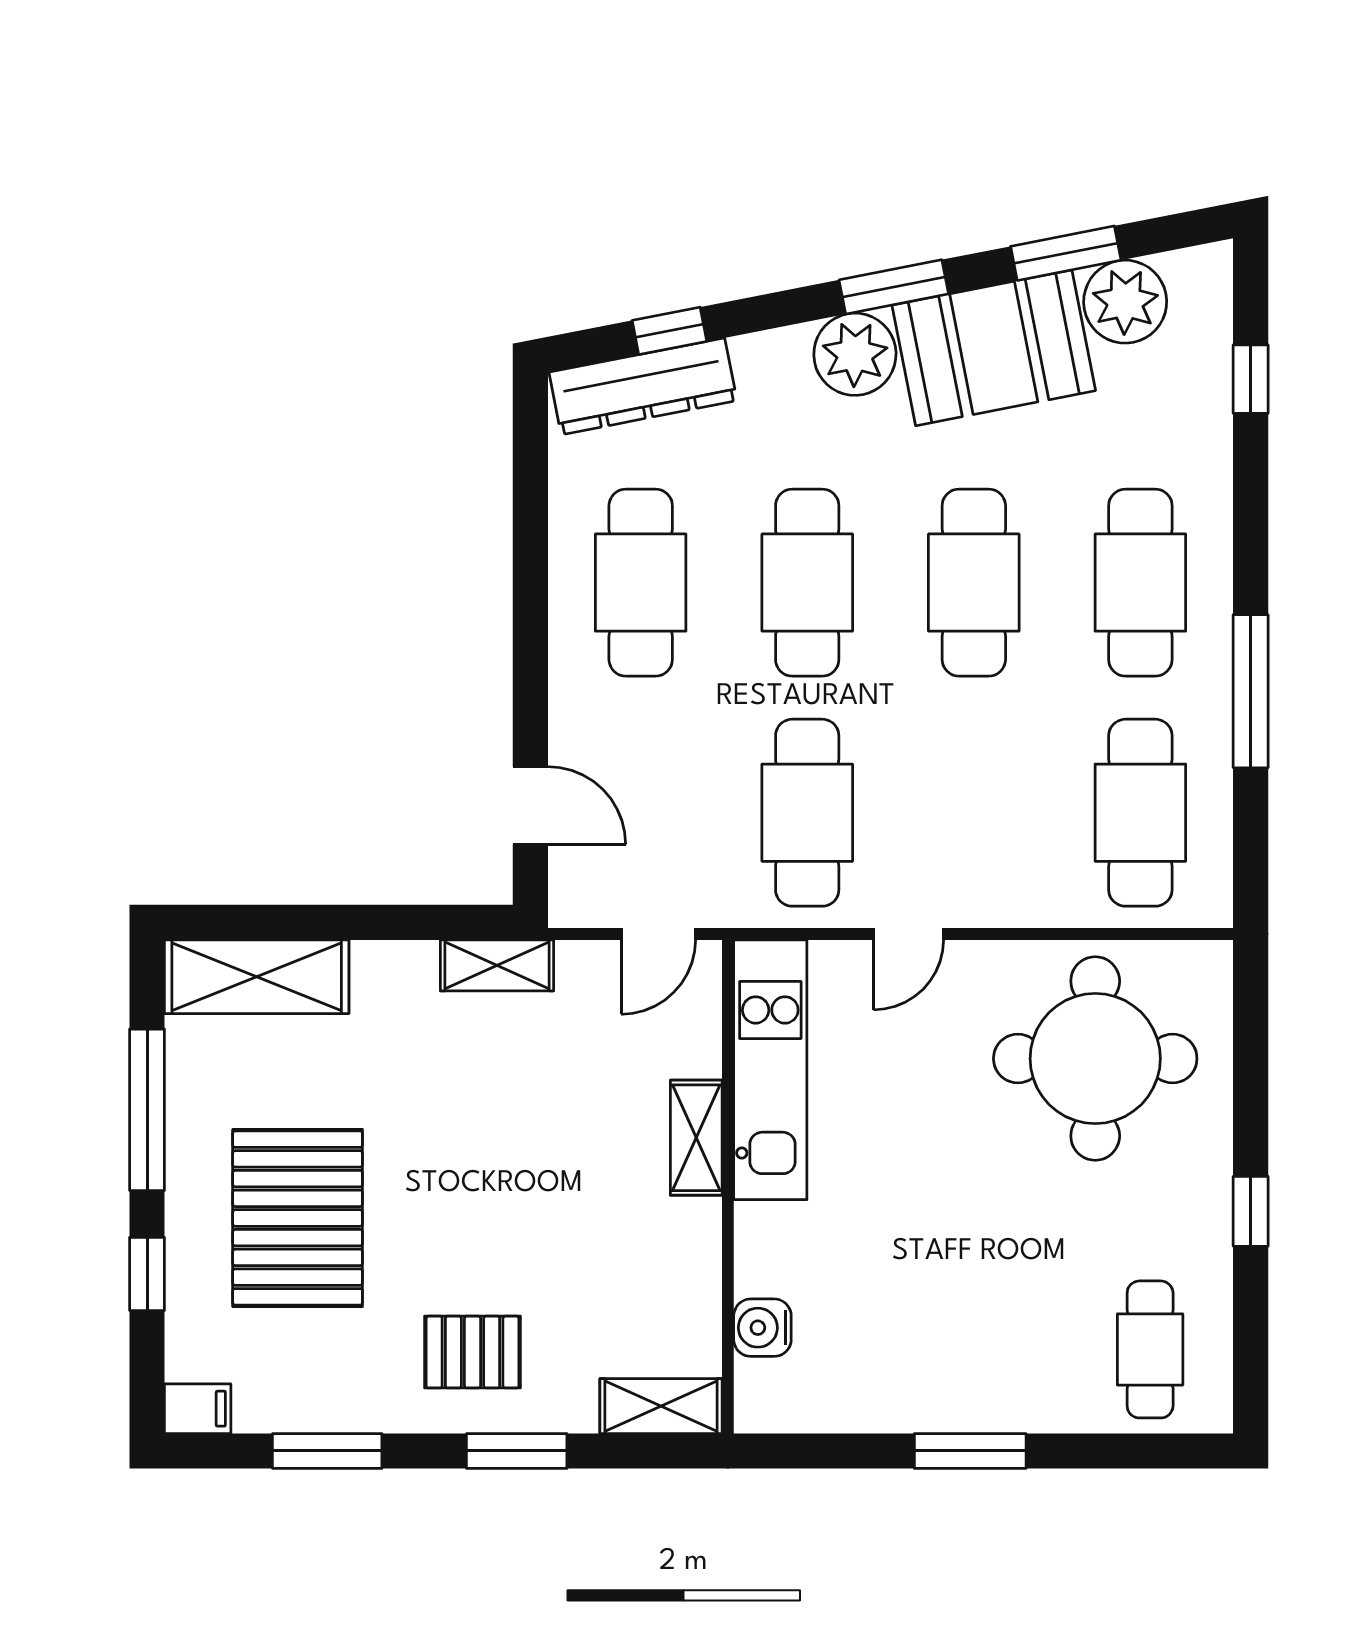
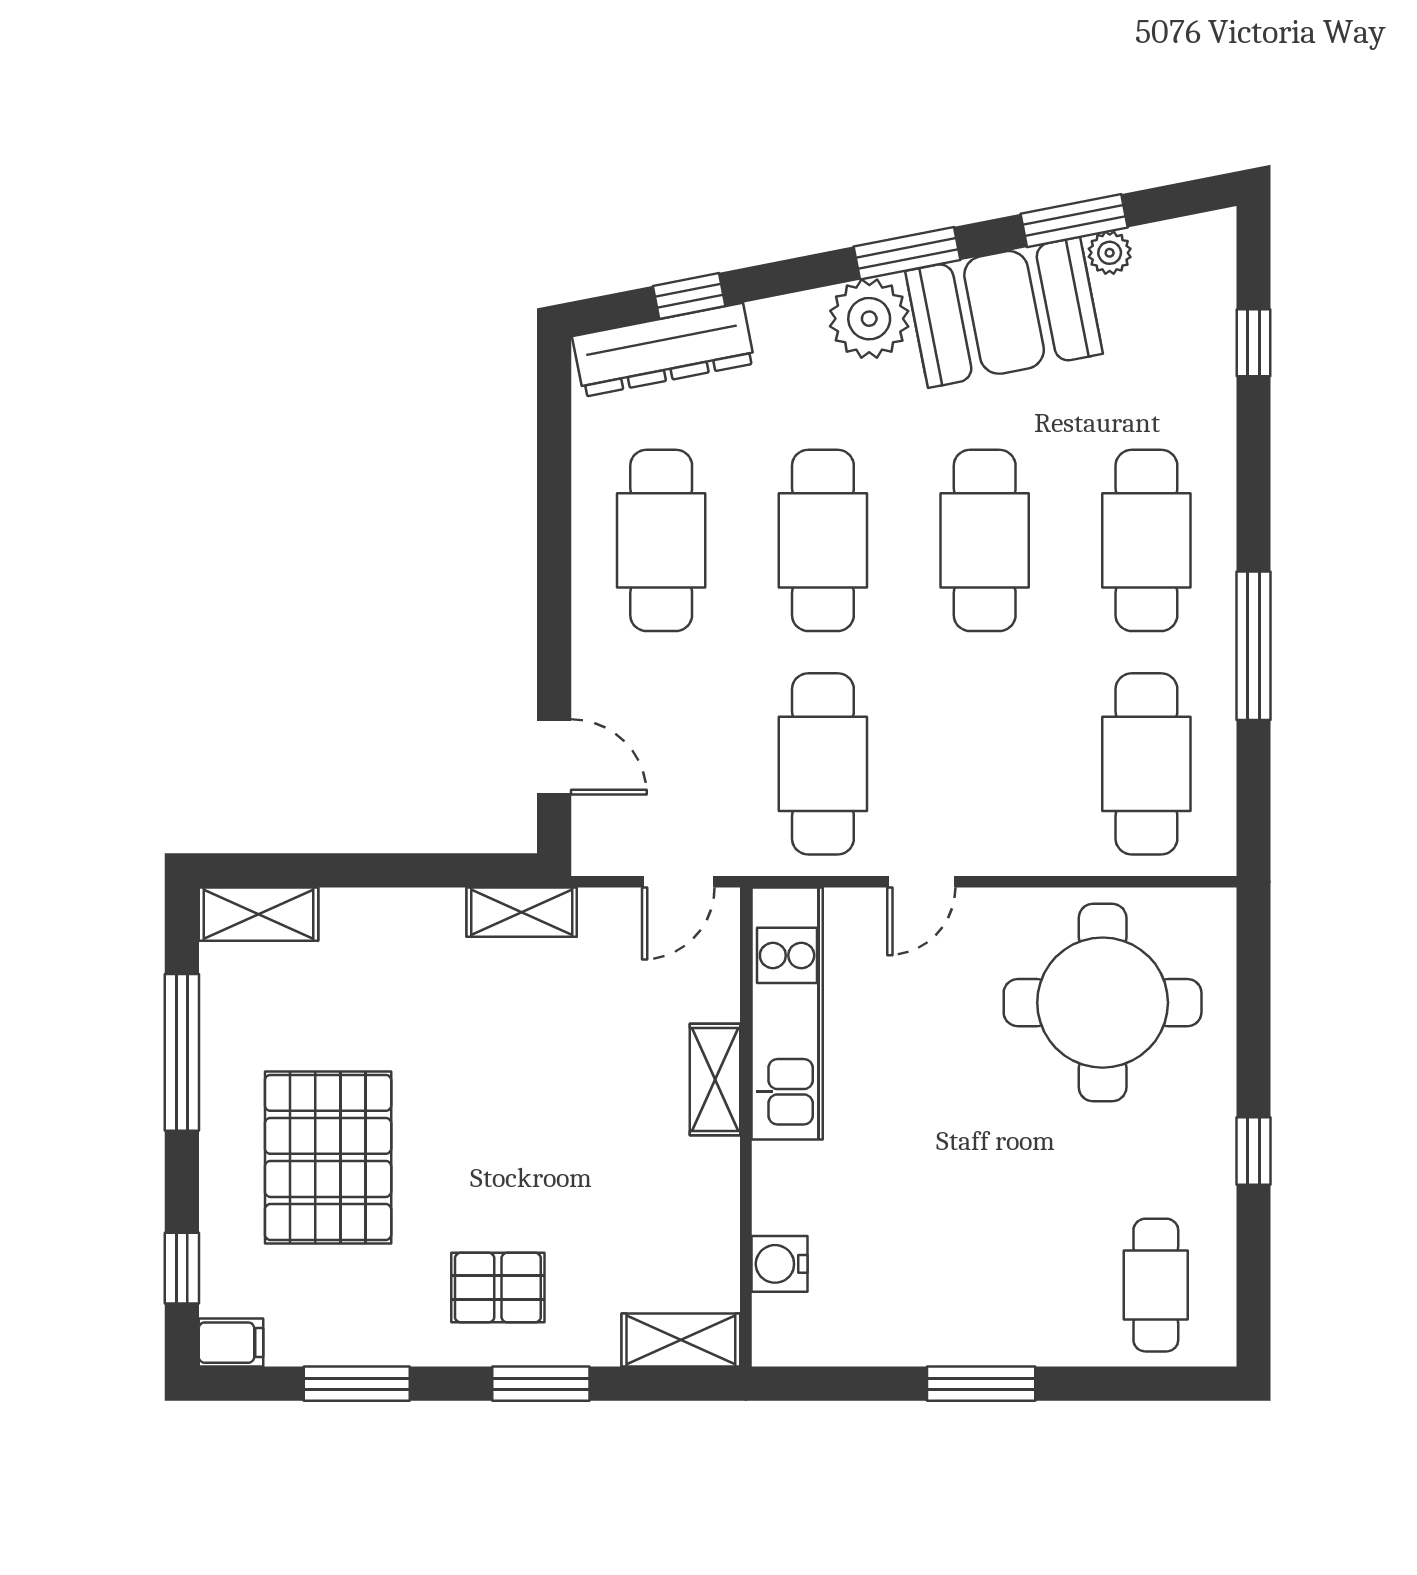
plant: (1125, 302) -> (1110, 253), width x0.53, depth x0.53
shelving: (257, 977) -> (258, 914), width x0.67, depth x0.75
window: (147, 1274) -> (182, 1268), moved

